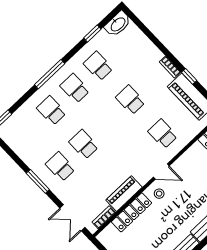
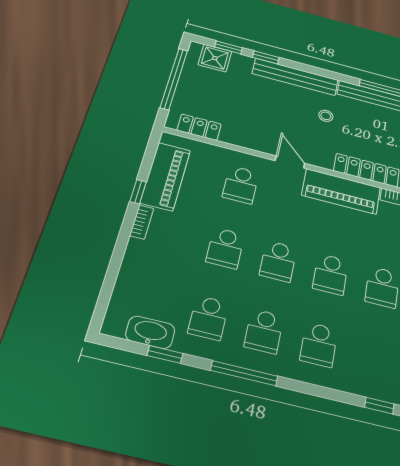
washbasin: (118, 24) -> (150, 332), moved
window: (50, 74) -> (244, 373), moved
school desk: (107, 122) -> (278, 261), added
piano: (124, 194) -> (341, 191), width x1.37, depth x1.33
stool: (159, 194) -> (326, 116), moved

